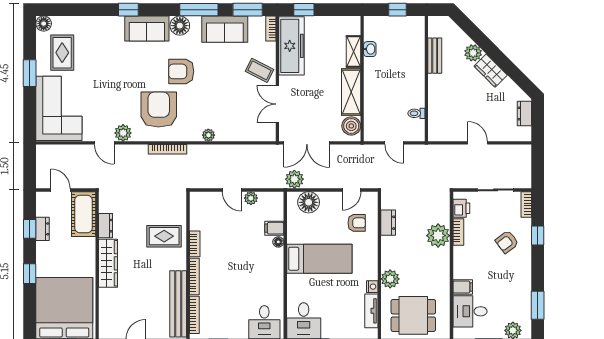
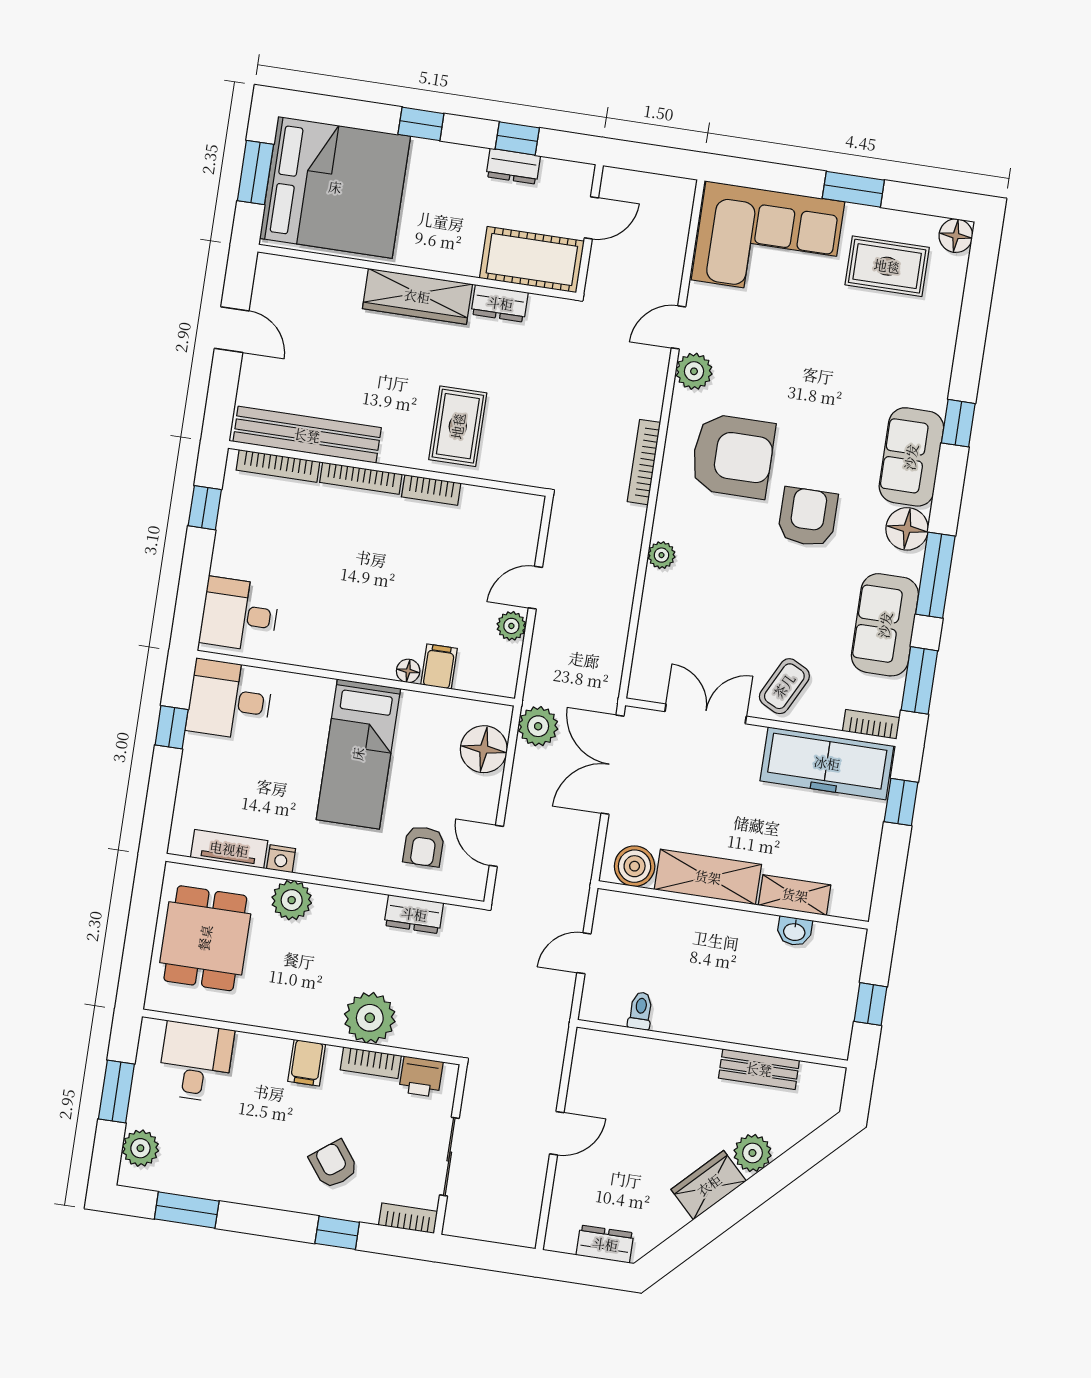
filing cabinet: (463, 287) -> (307, 1063), moved

